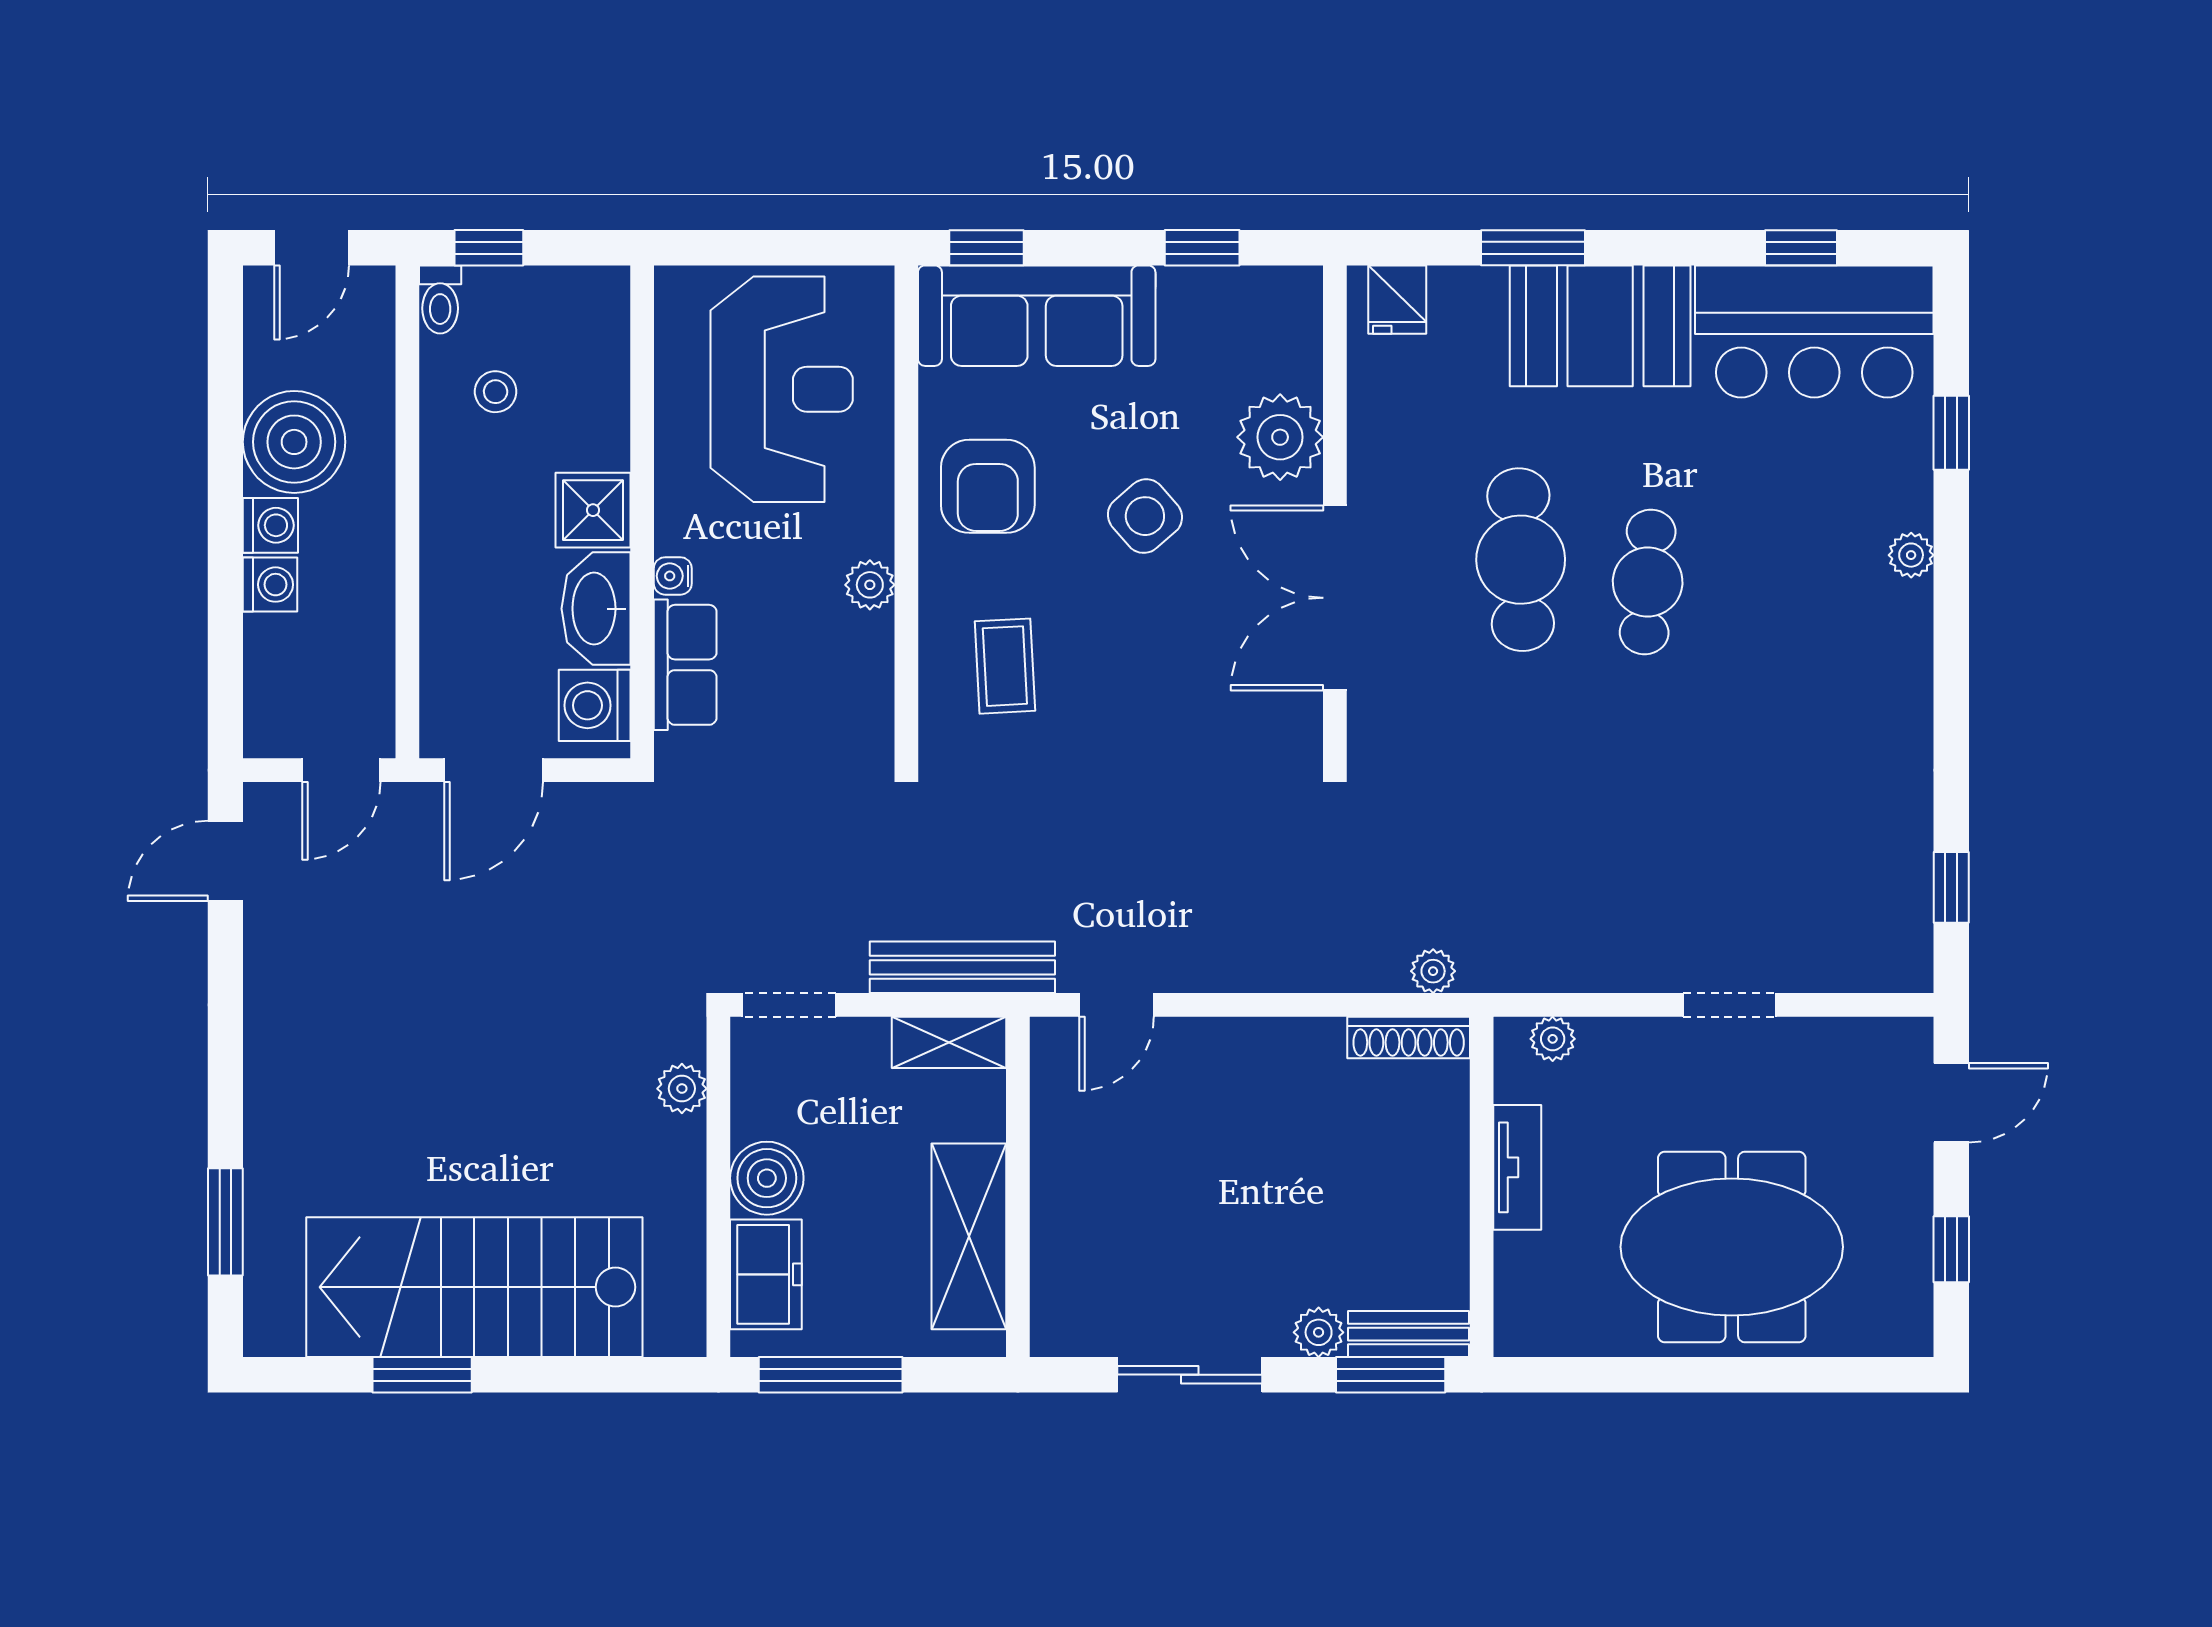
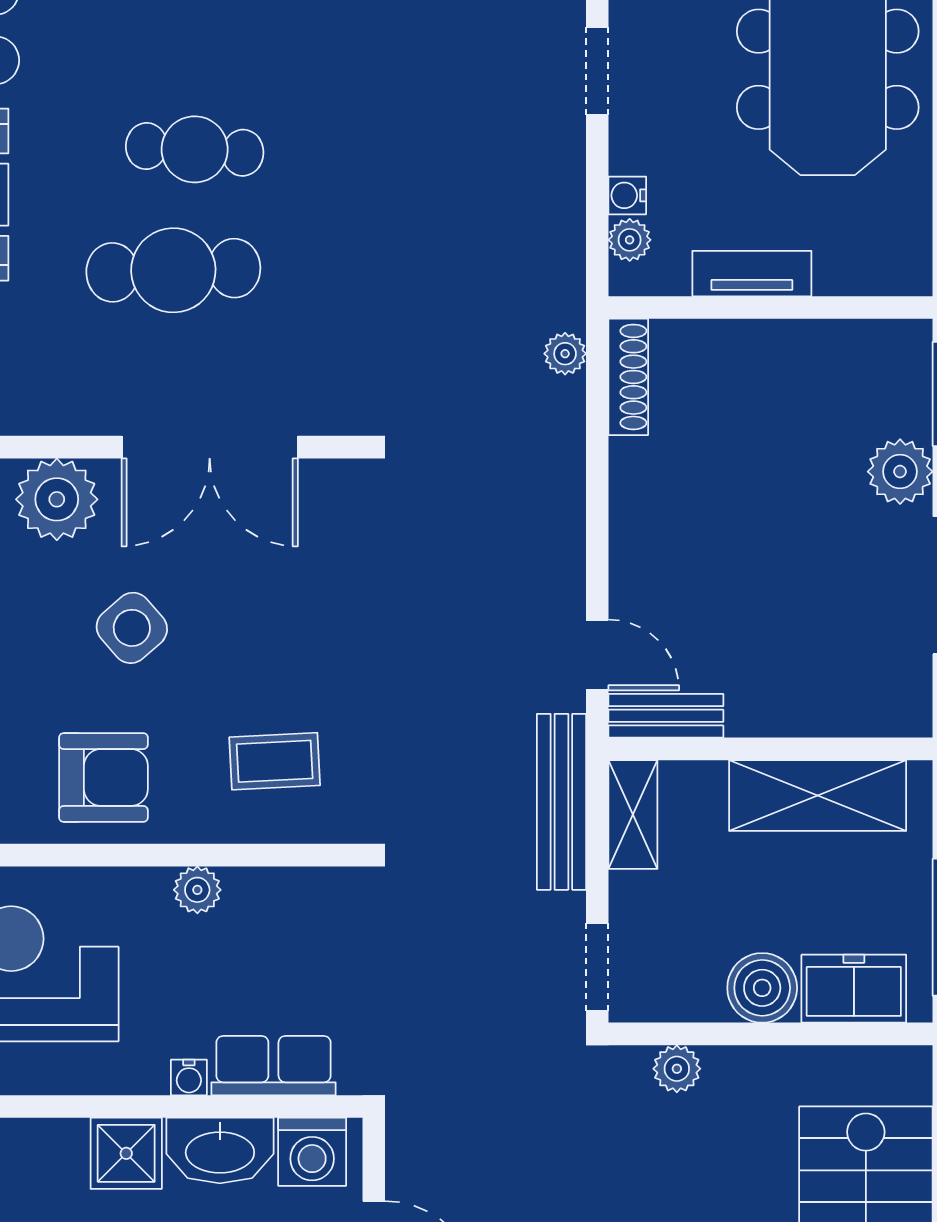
water cooler: (1599, 1036) -> (627, 195), added
plant: (1319, 1332) -> (900, 472), width x1.38, depth x1.38
bench: (1408, 1334) -> (666, 716), moved, turned 90

